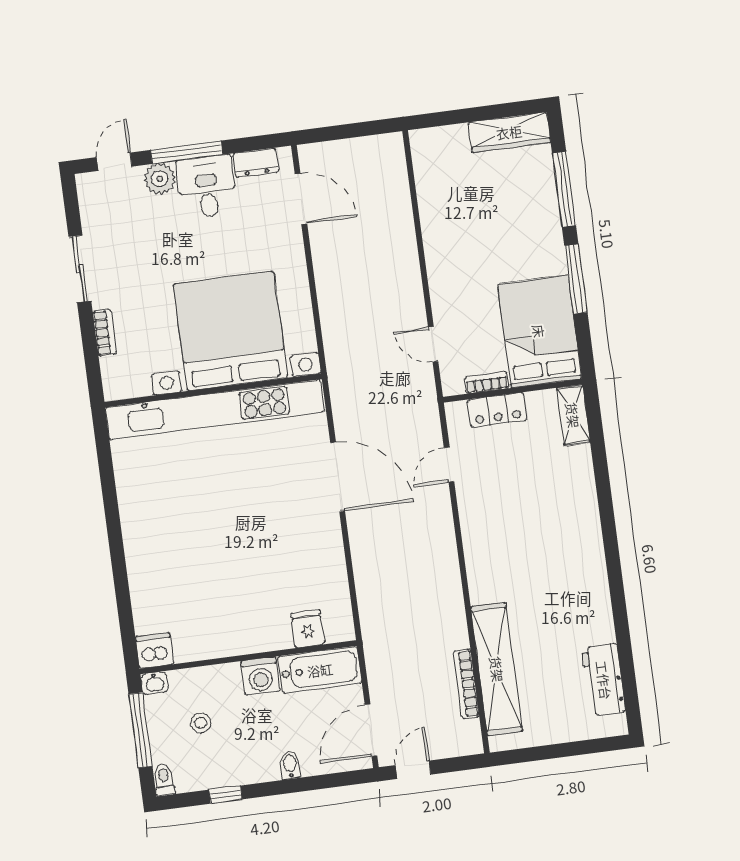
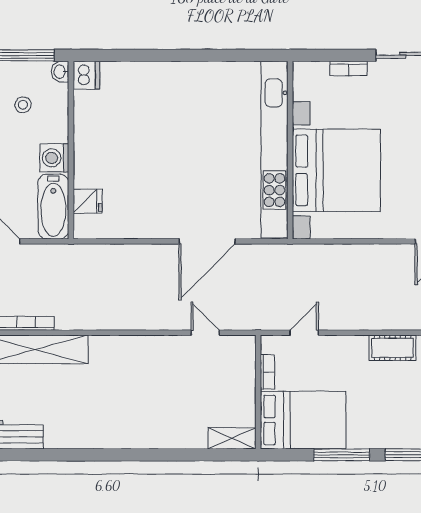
cot: (437, 234) -> (392, 348), added
locker: (497, 410) -> (244, 378), removed

